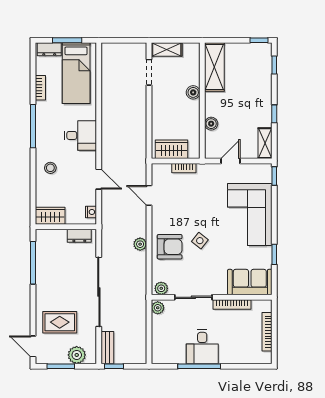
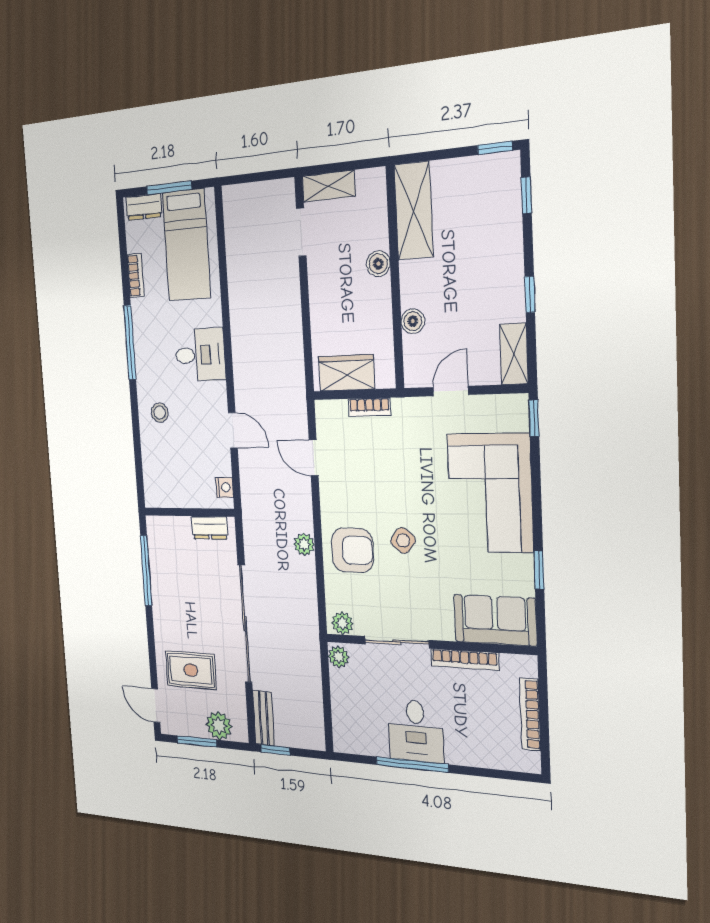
wardrobe: (50, 216) -> (165, 494), removed

